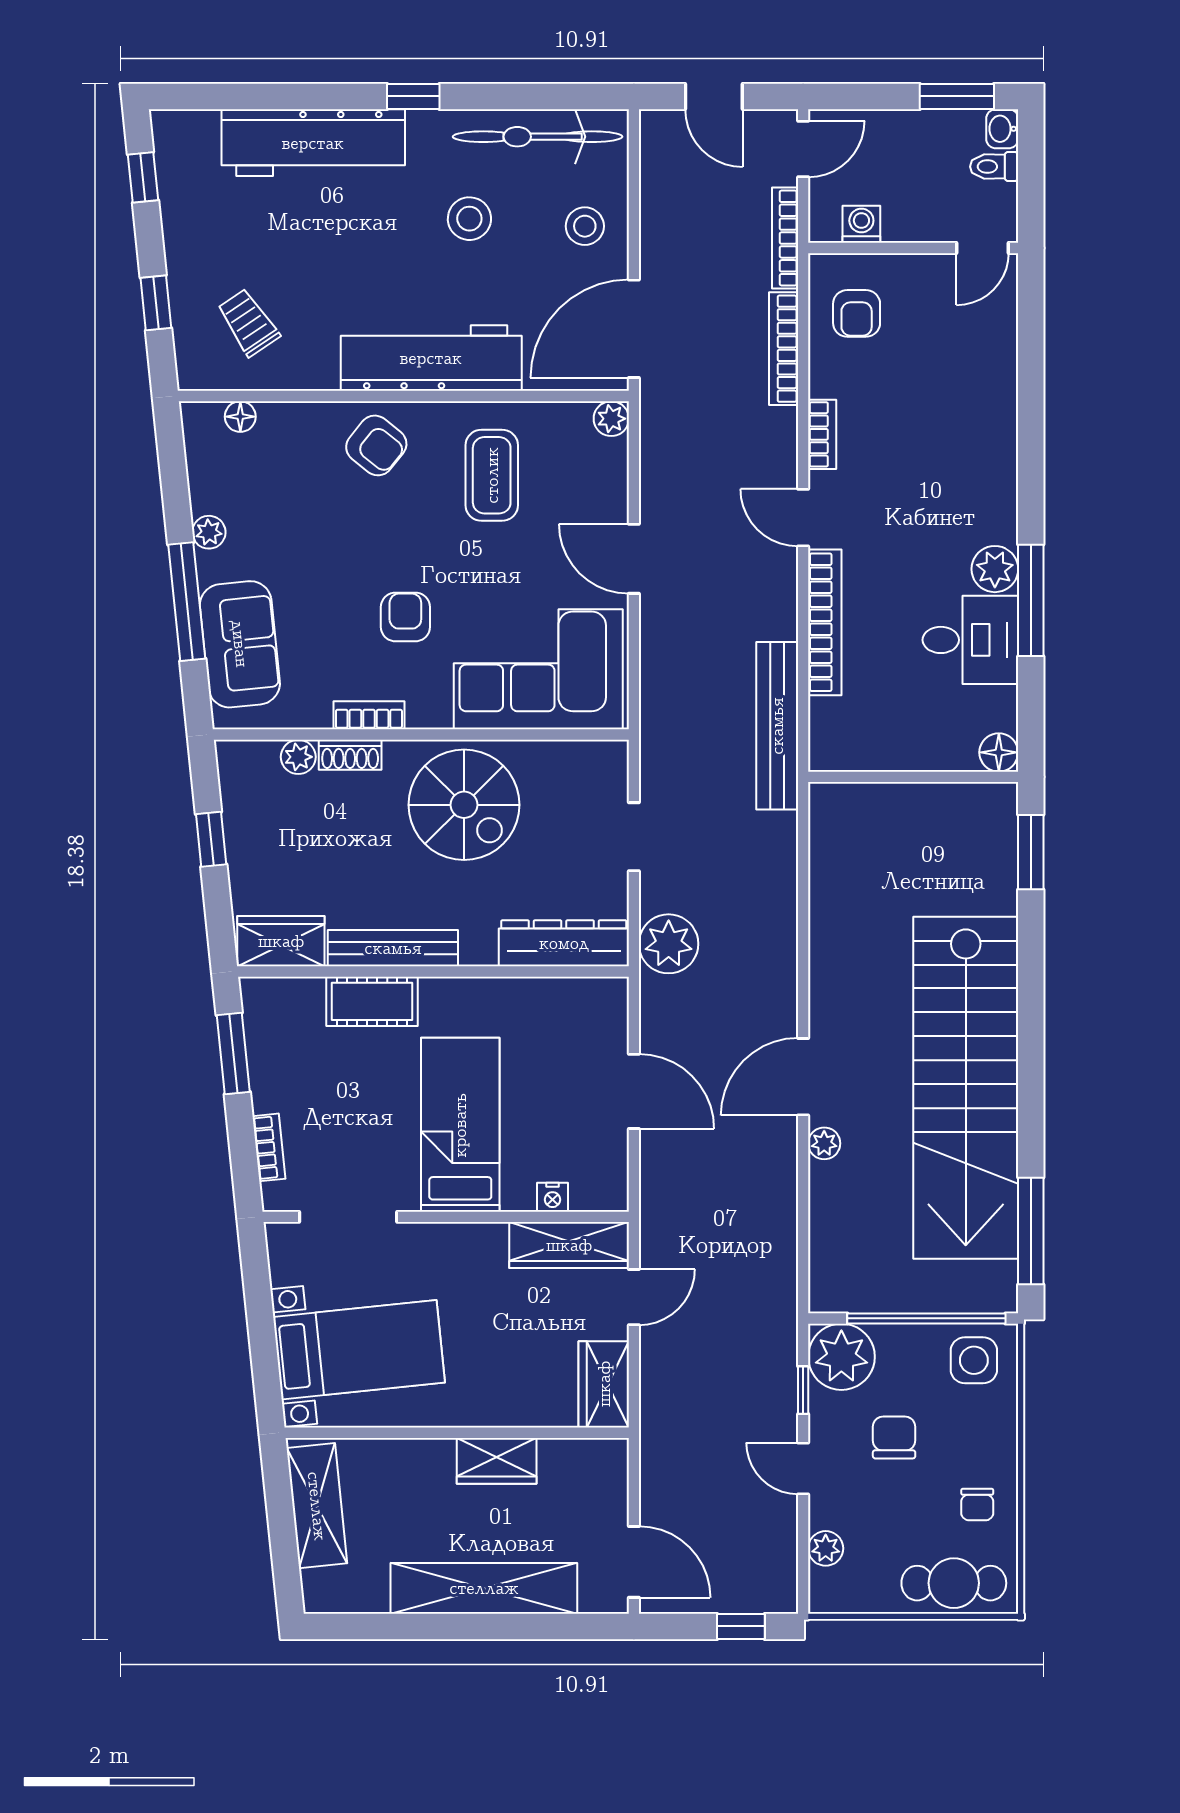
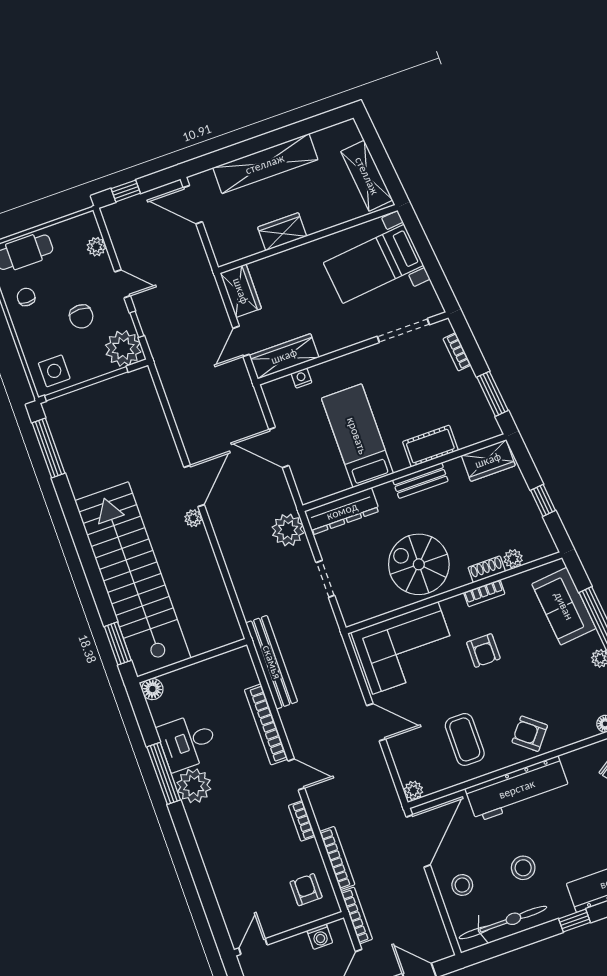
plant: (995, 569) -> (194, 786), width x1.36, depth x1.36
bench: (393, 948) -> (420, 481), width x0.73
stairs: (966, 1088) -> (133, 579), moved
bed: (460, 1125) -> (357, 436), moved, turned 180
plant: (824, 1143) -> (193, 518), moved

